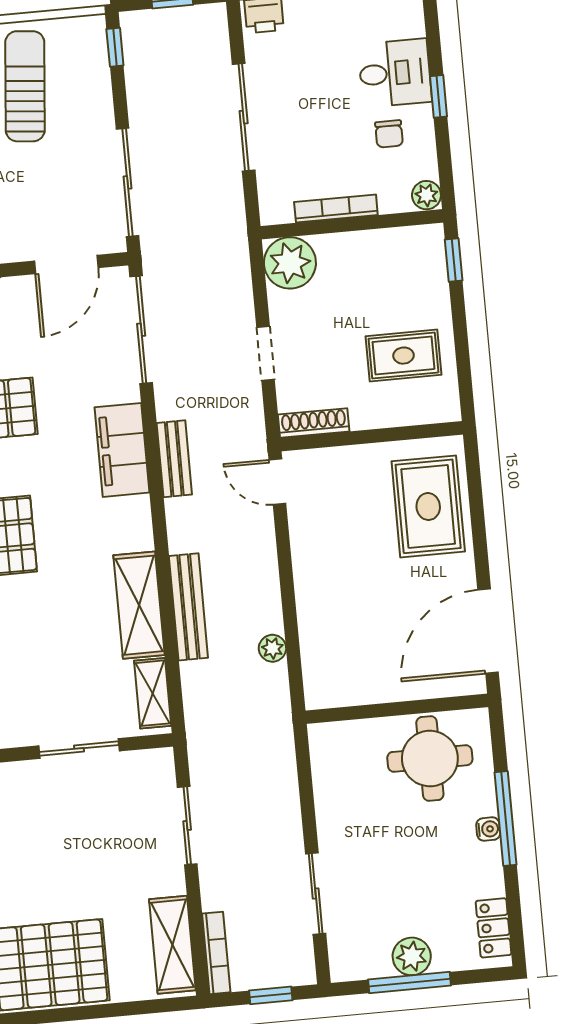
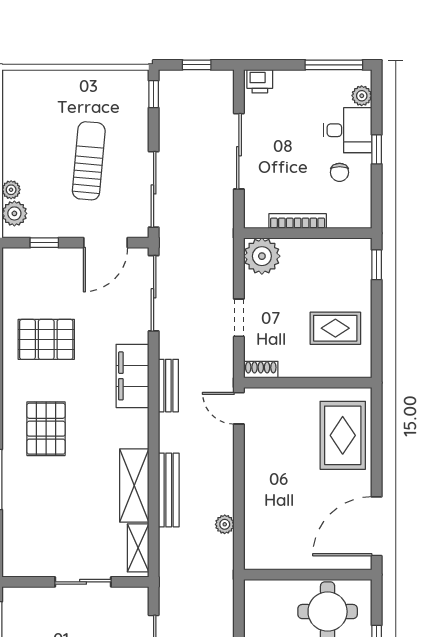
sun lounger: (25, 86) -> (89, 161), moved
plant: (426, 195) -> (362, 96), moved
shoe rack: (314, 423) -> (261, 370), width x0.70

